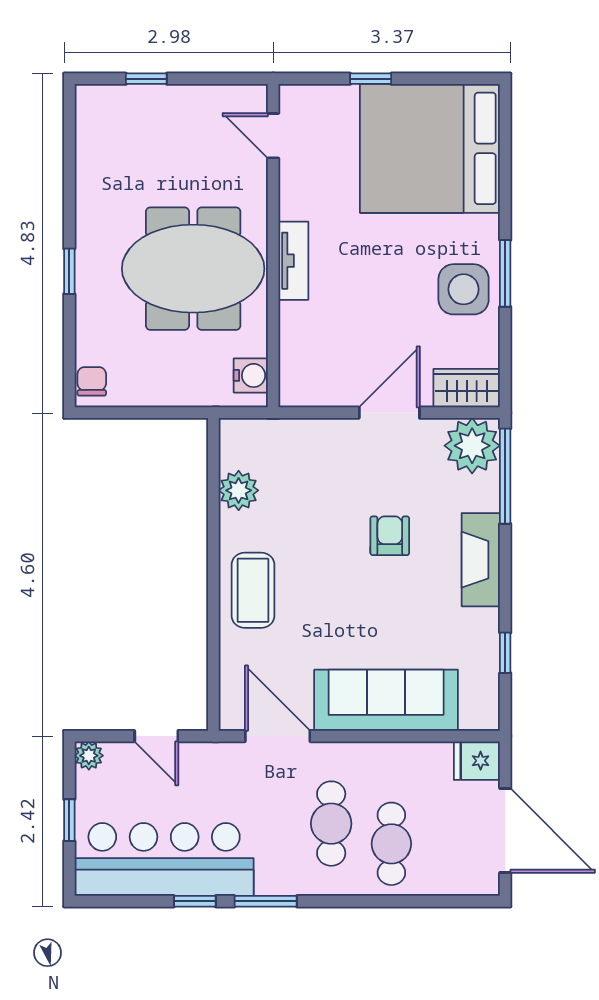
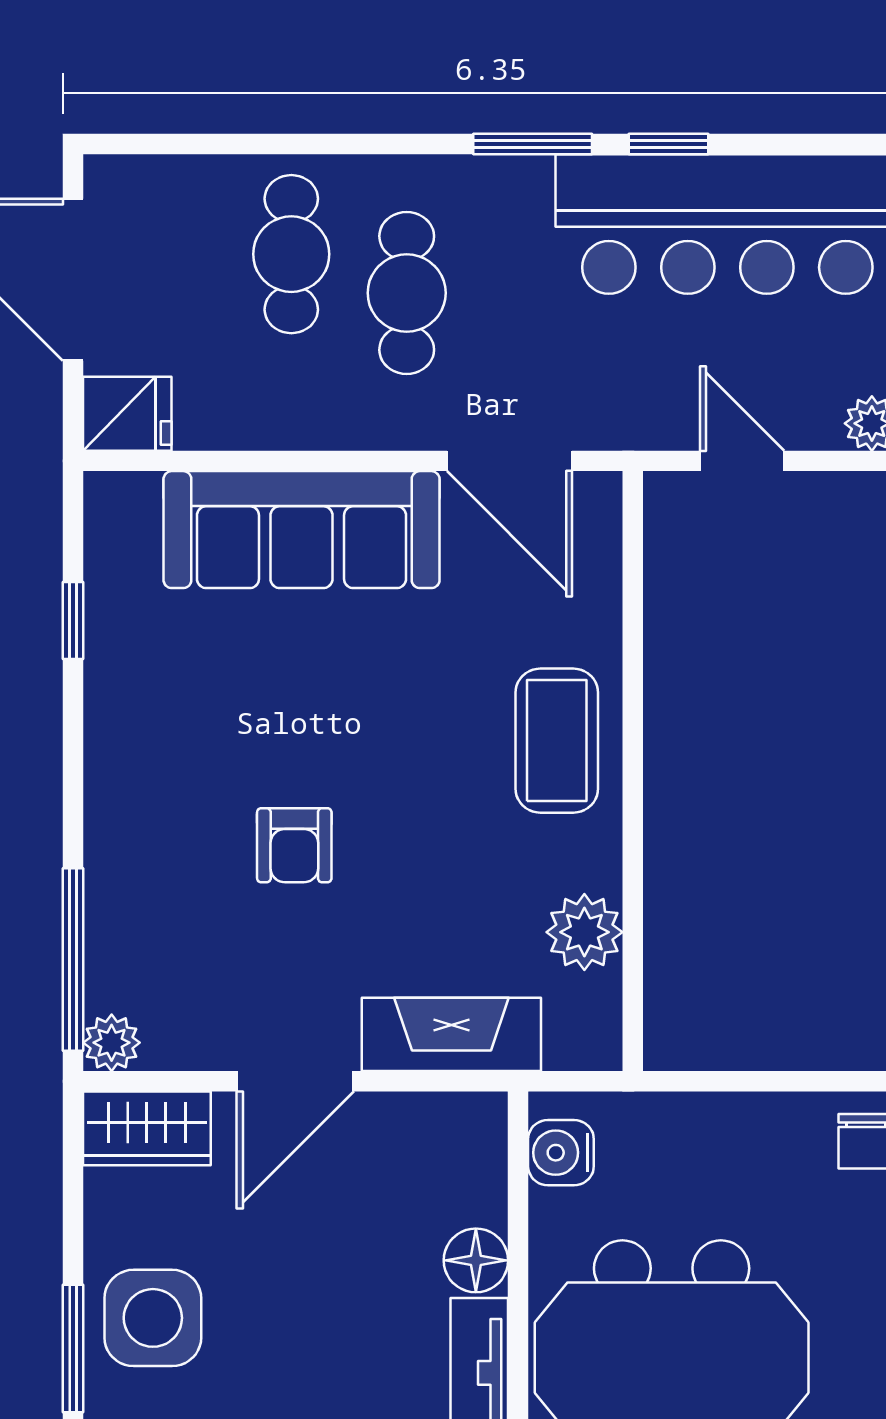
floor lamp: (295, 319) -> (476, 1260), added
plant: (472, 446) -> (112, 1043), width x0.53, depth x0.53
fireplace: (481, 560) -> (451, 1034), moved, turned -90

